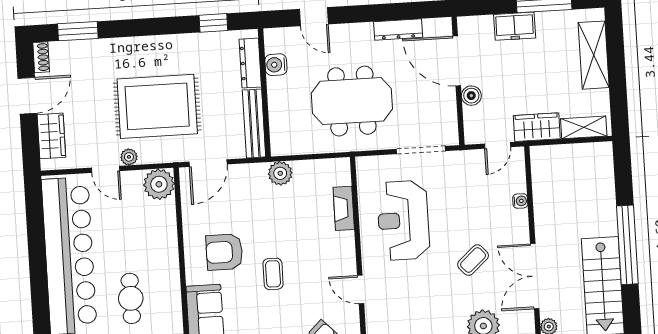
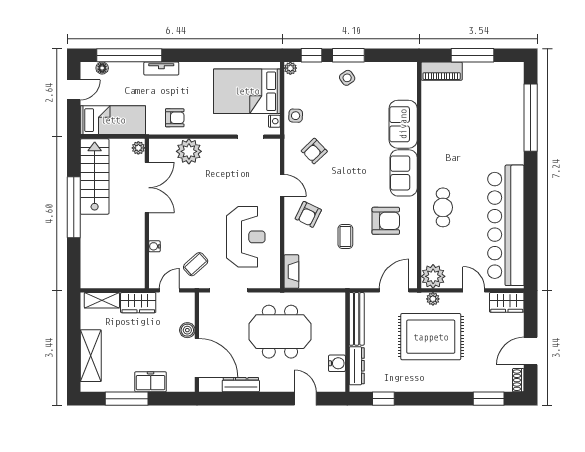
wardrobe: (51, 136) -> (507, 302), moved, turned -90
plant: (129, 157) -> (433, 299), moved
plant: (280, 173) -> (339, 279), removed
fireplace: (344, 208) -> (291, 272), moved
armchair: (325, 254) -> (308, 214), added
coffee table: (473, 260) -> (196, 264), moved
coffee table: (273, 274) -> (345, 237), moved
cafe table: (131, 298) -> (443, 207), moved

